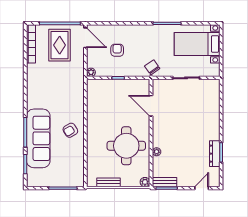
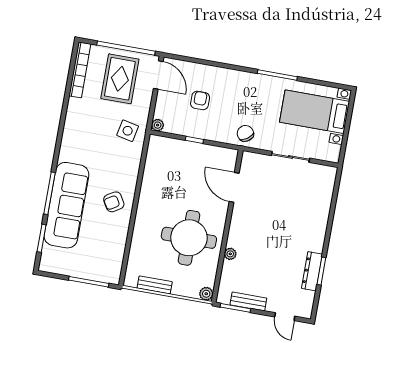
side table: (71, 80) -> (128, 131), added
bench: (165, 182) -> (248, 301), moved
door: (202, 188) -> (285, 317), swing flipped

